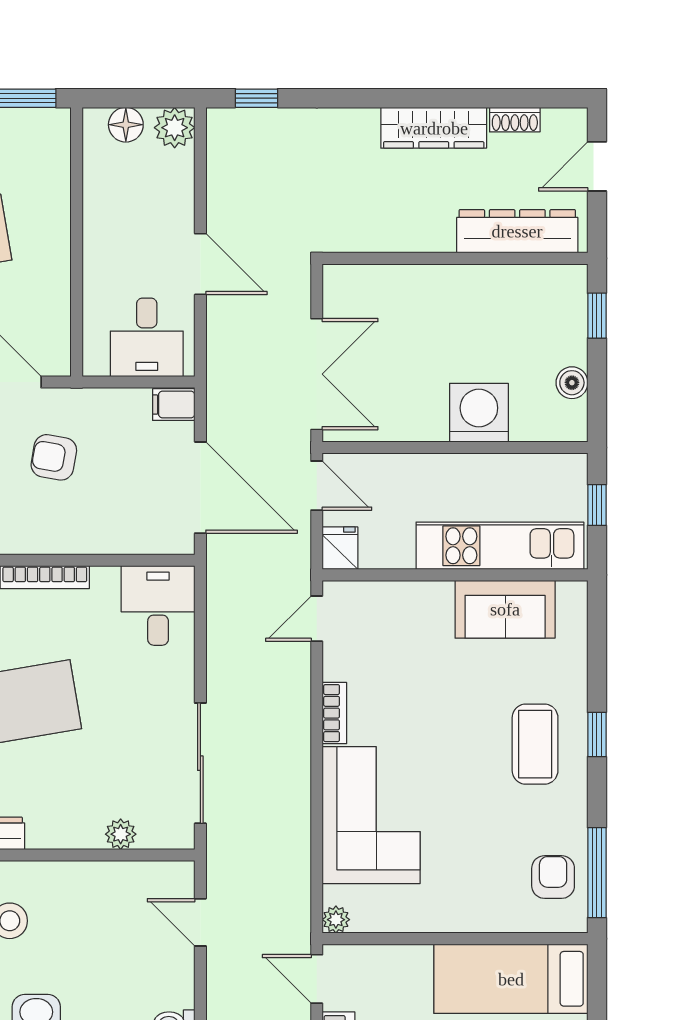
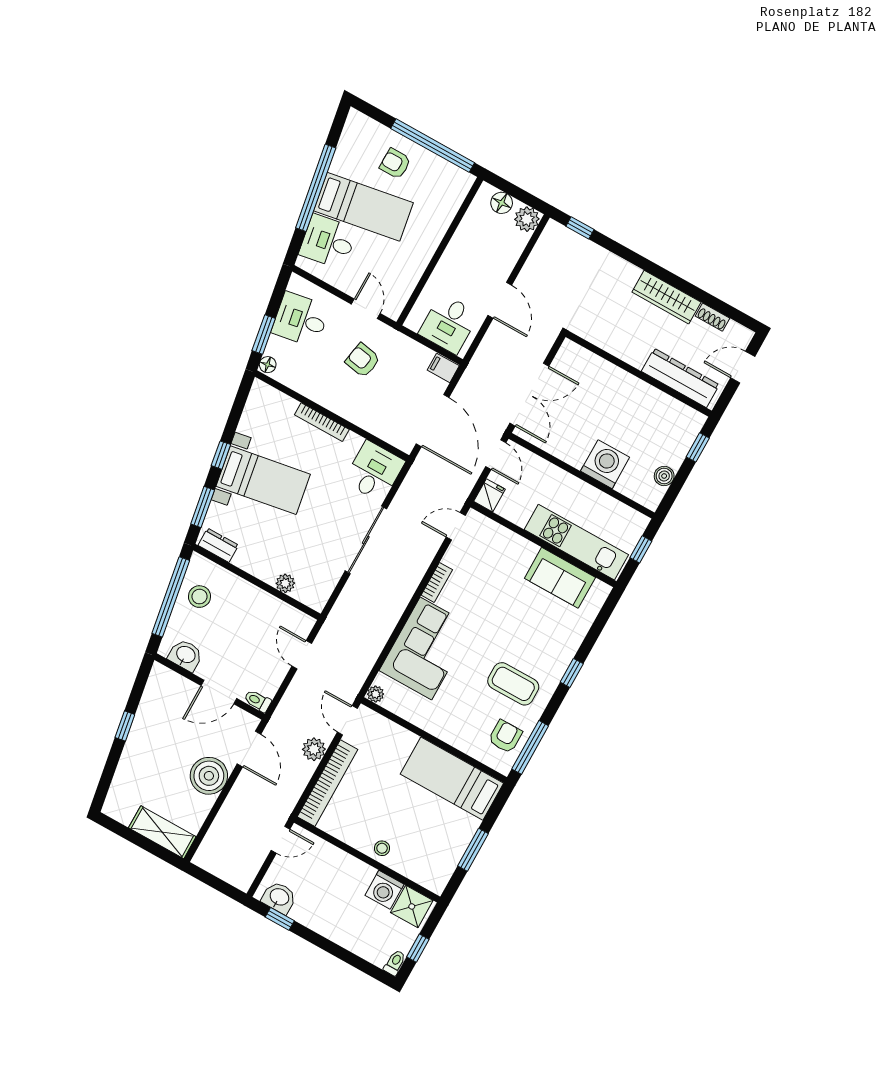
coffee table: (535, 744) -> (513, 684), moved, turned 90
sliding door: (200, 763) -> (366, 540), moved

